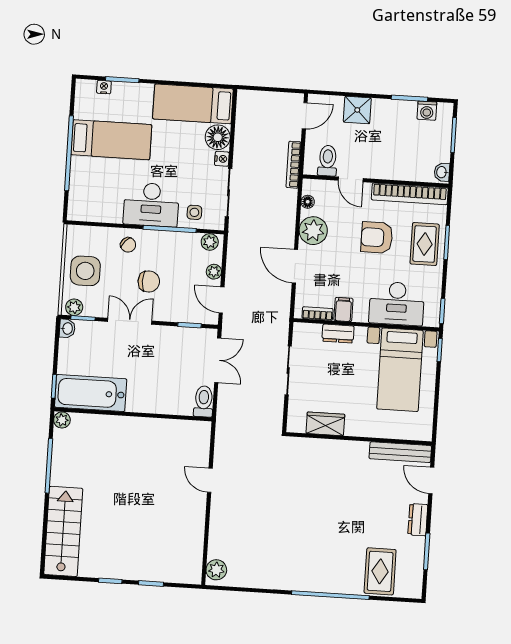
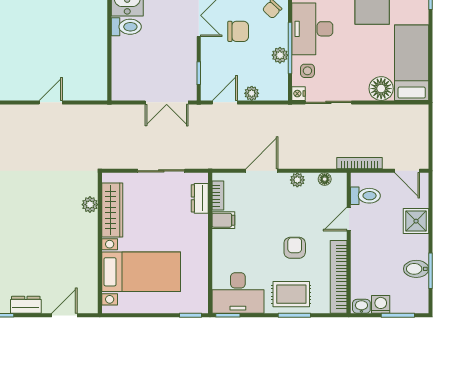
washing machine: (427, 111) -> (381, 304), moved, turned 90
bidet: (407, 113) -> (416, 269), added
nightstand: (222, 159) -> (298, 94), moved, turned 90
plant: (313, 231) -> (297, 180), width x0.53, depth x0.53
armchair: (377, 237) -> (295, 248), width x0.72, depth x0.72
plant: (210, 242) -> (280, 55), moved
chair: (149, 281) -> (238, 31), turned -90
desk: (397, 303) -> (238, 293), moved, turned -90
dresser: (338, 334) -> (200, 198), moved
bed with nightstands: (400, 370) -> (141, 272), moved, turned 180
toilet: (204, 401) -> (126, 27), moved
wardrobe: (325, 424) -> (112, 210), width x1.50
plant: (318, 447) -> (90, 205), added
bench: (400, 452) -> (90, 284), removed

